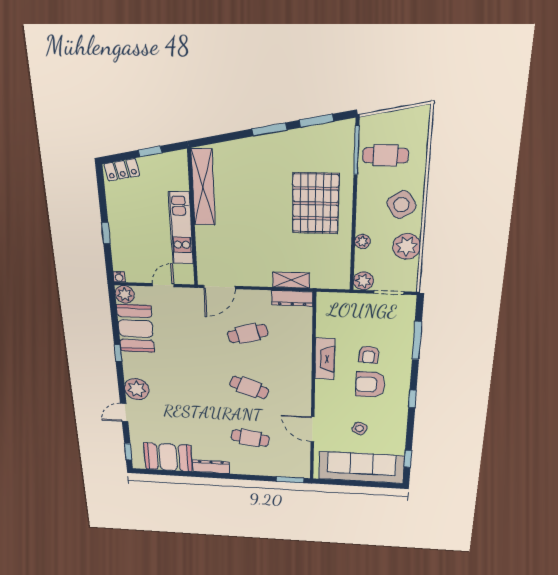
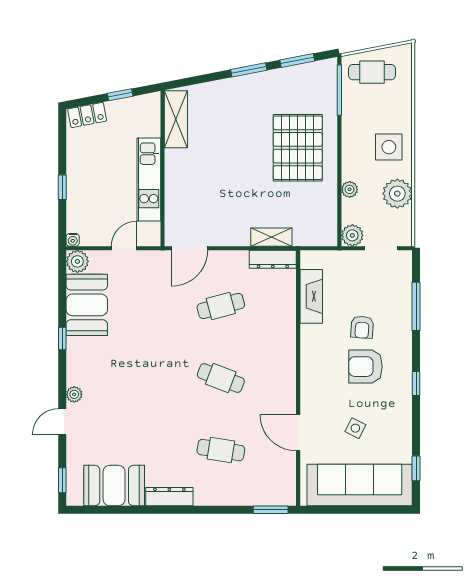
cafe table: (385, 155) -> (372, 72), moved
shelving: (203, 187) -> (176, 119), width x0.68
side table: (401, 205) -> (389, 147), turned 33
fireplace: (325, 359) -> (311, 296), moved
plant: (137, 389) -> (74, 394), width x0.53, depth x0.53

